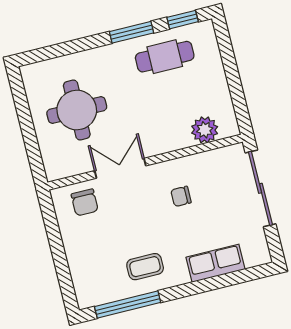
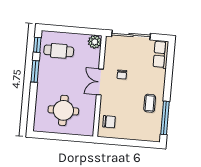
cafe table: (165, 57) -> (59, 51), moved, turned 90
plant: (205, 130) -> (95, 42), moved
double door: (120, 168) -> (100, 82), moved
row of seats: (216, 263) -> (161, 54), moved

